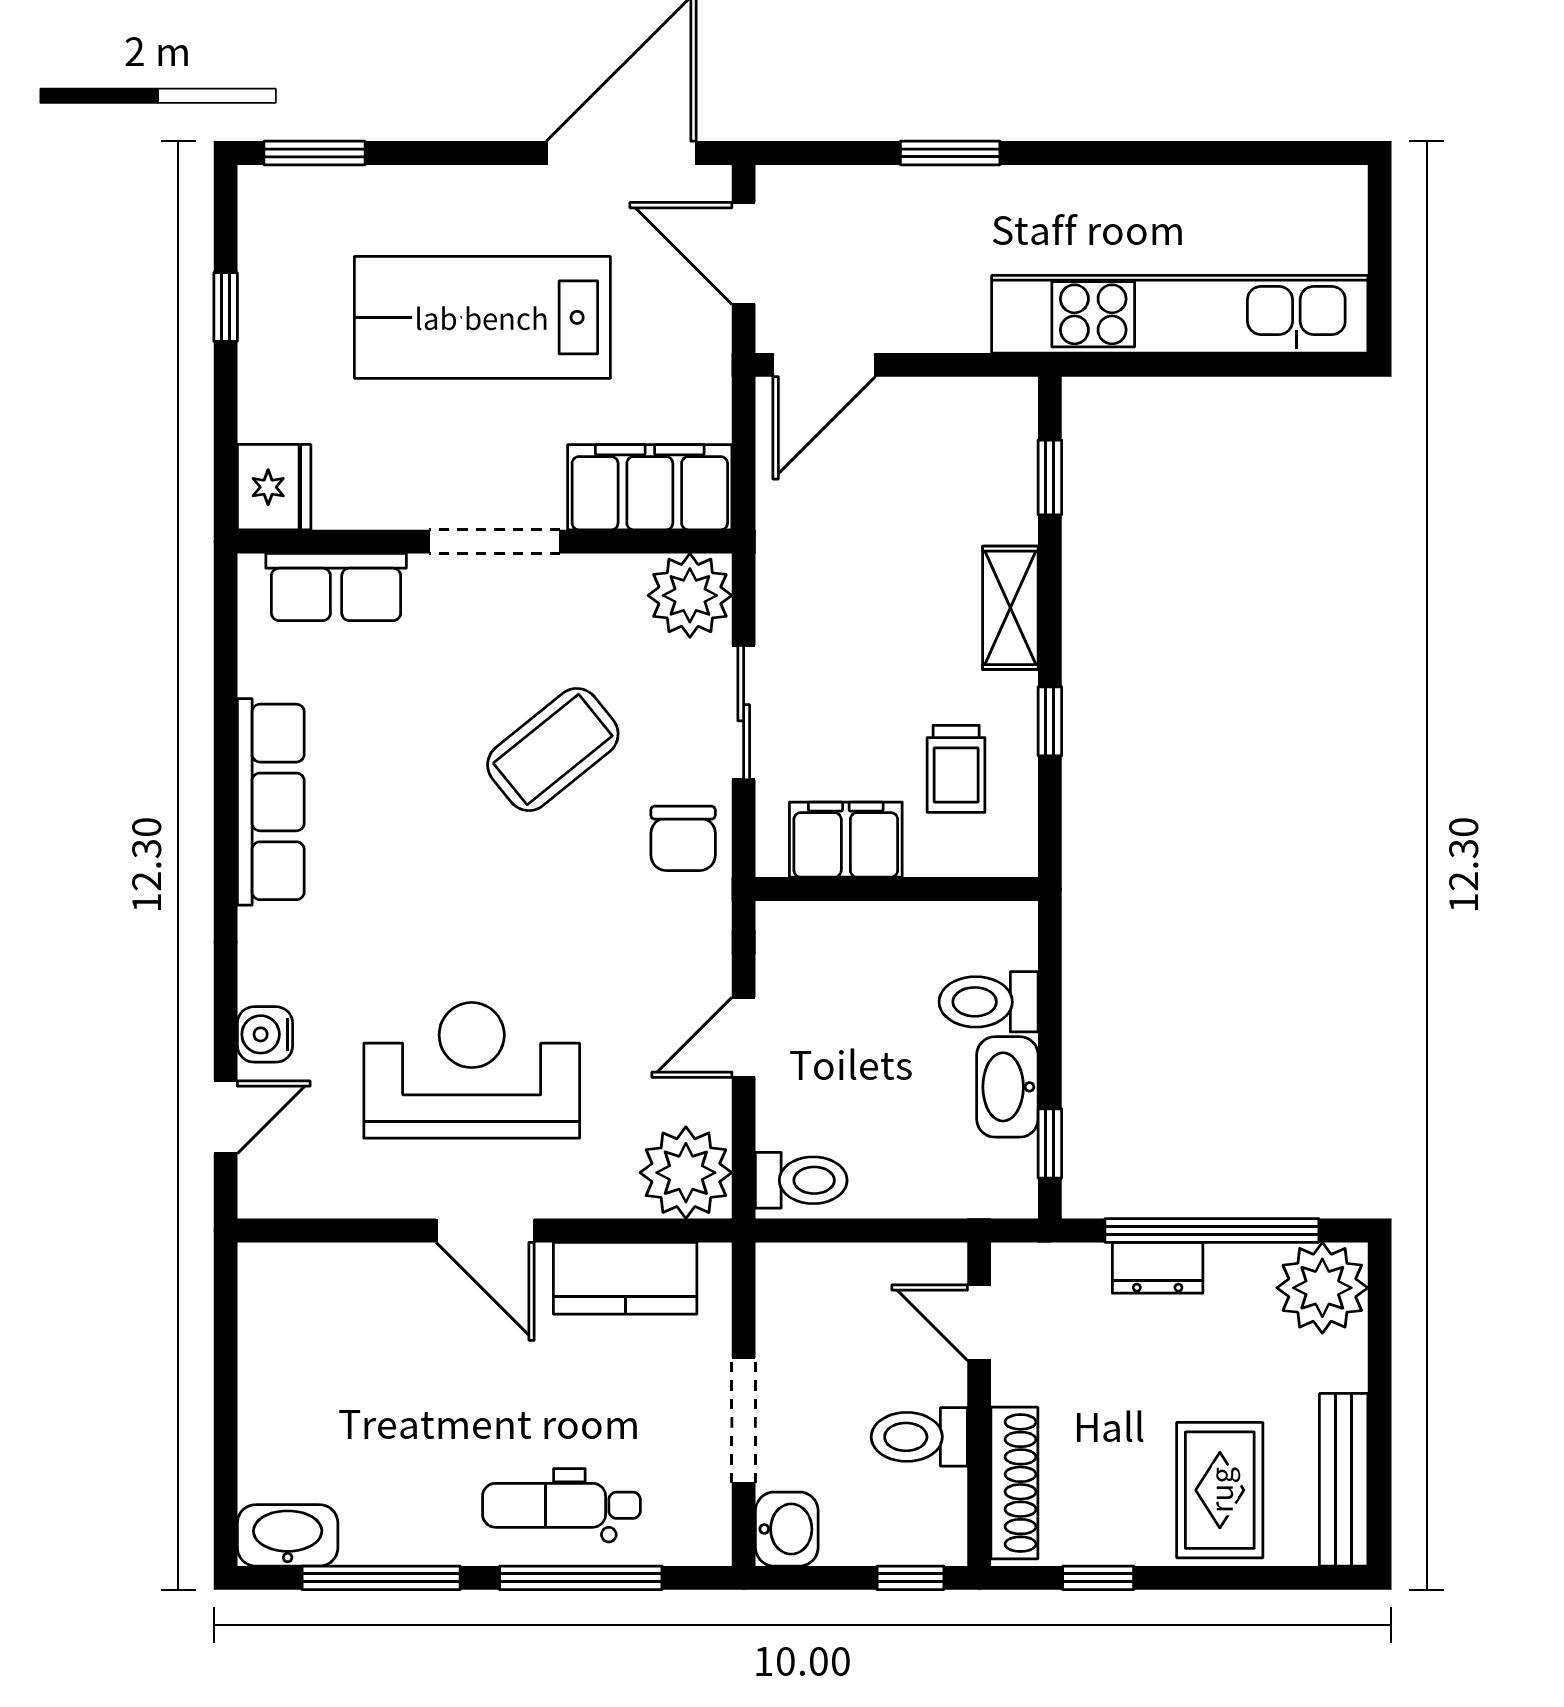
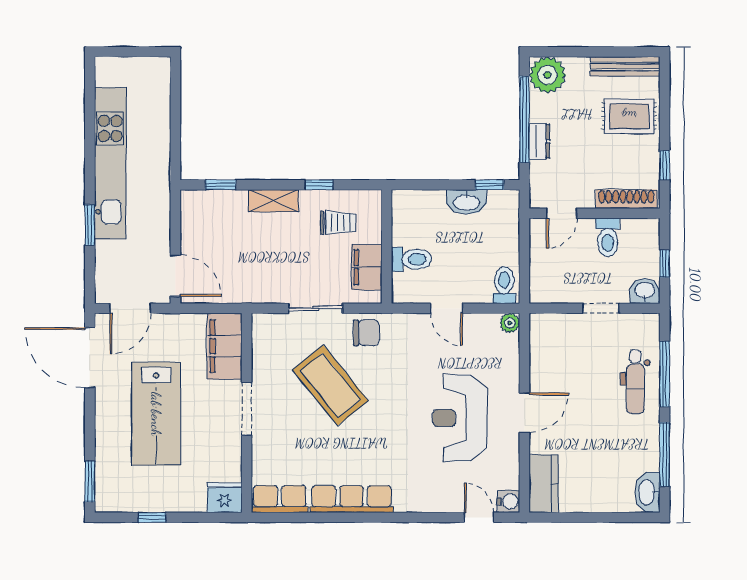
kitchen unit: (1180, 314) -> (110, 163), moved, turned 180
row of seats: (336, 587) -> (280, 499), moved, turned -90
plant: (690, 595) -> (268, 330), removed
coffee table: (553, 749) -> (330, 385), width x1.36, depth x1.32
toilet: (989, 1002) -> (411, 259), moved, turned -90
water cooler: (265, 1034) -> (509, 501), moved, turned -90
plant: (686, 1173) -> (510, 323), width x0.53, depth x0.53
kitchen counter: (625, 1278) -> (544, 484), moved
doorway: (744, 1420) -> (601, 308), width x0.73
window: (910, 1578) -> (665, 264), moved

